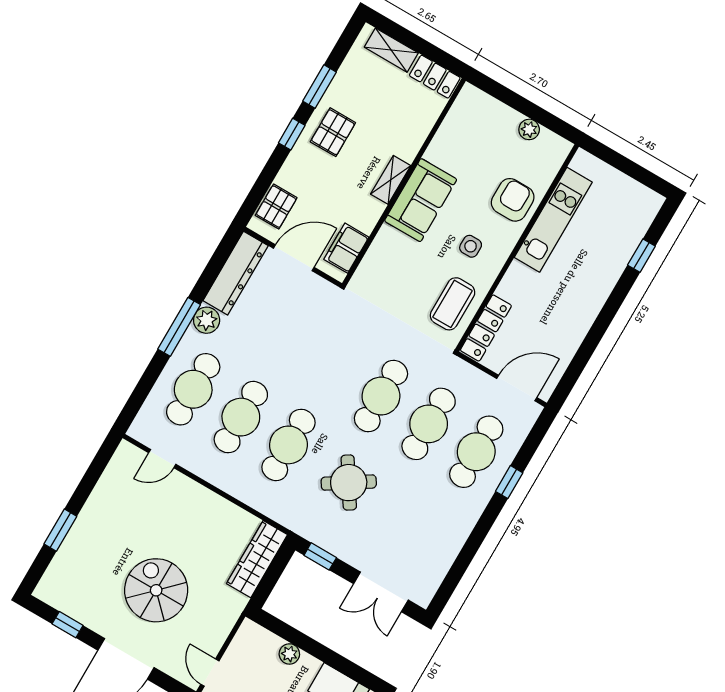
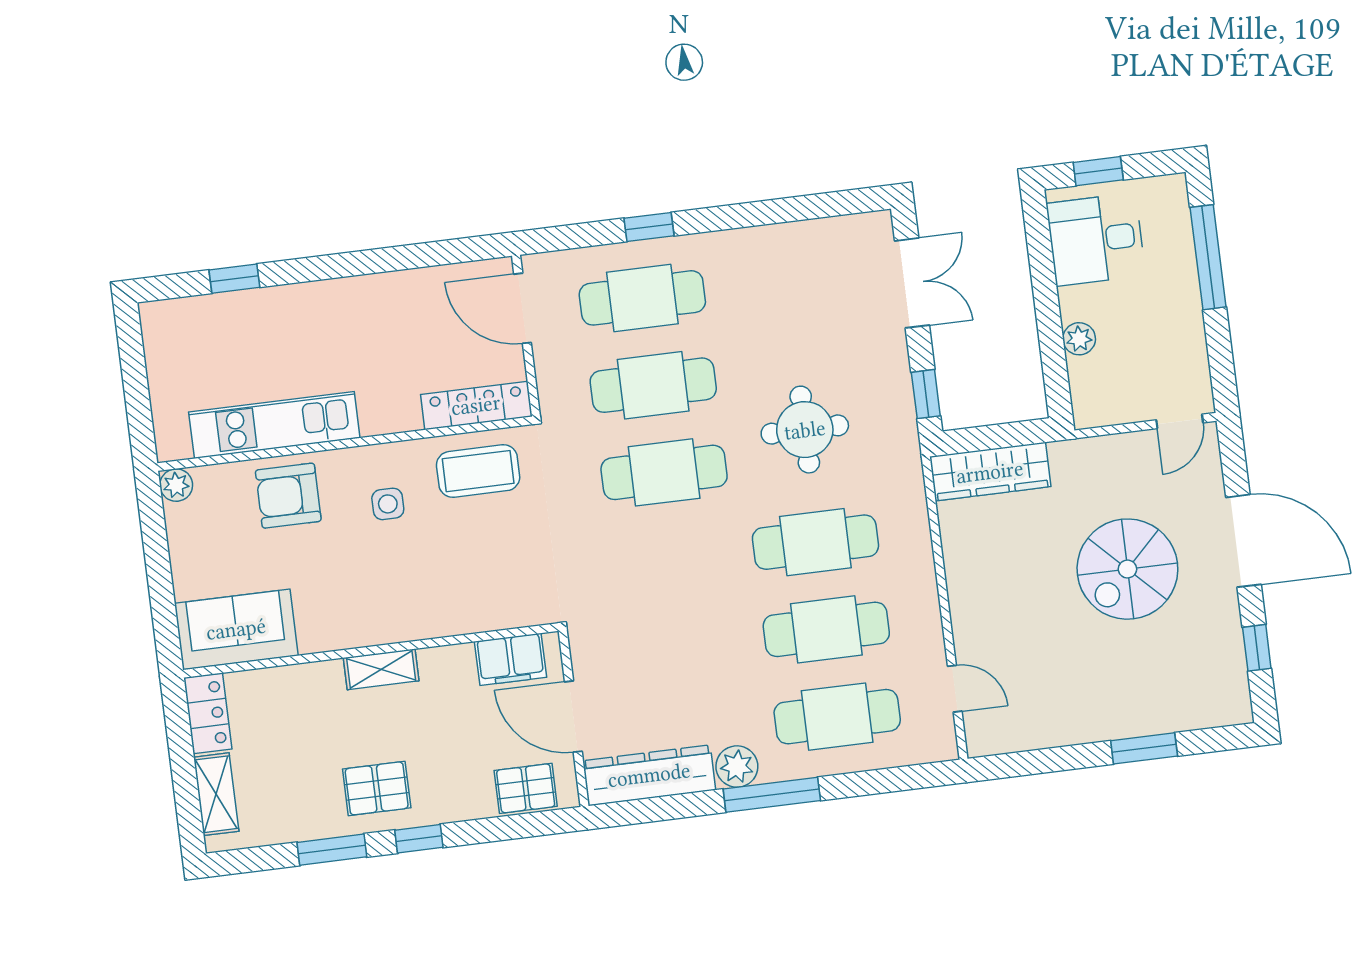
plant: (529, 129) -> (176, 485), moved
sofa: (421, 200) -> (236, 629), moved
round table: (349, 483) -> (805, 430), turned 33

